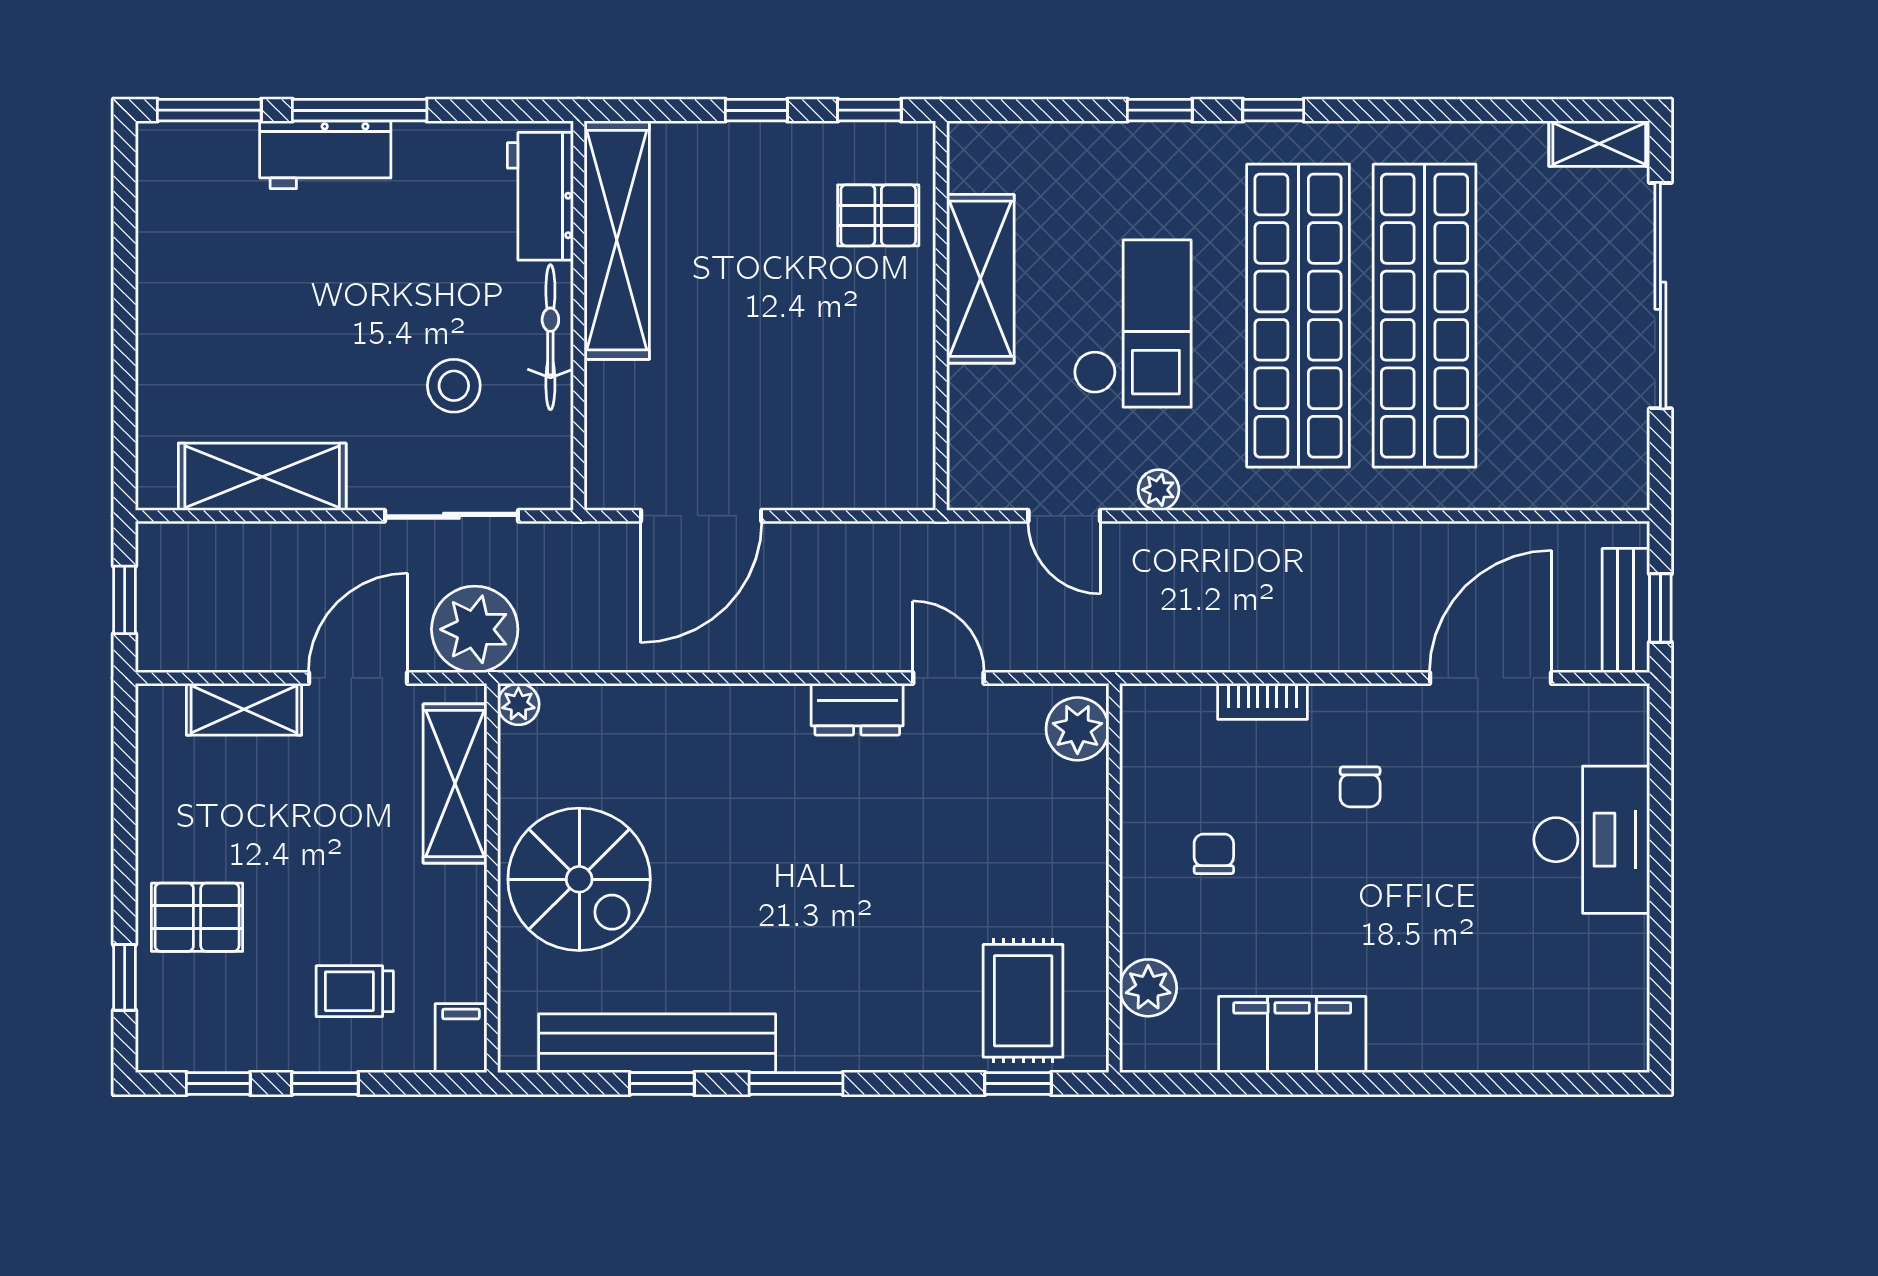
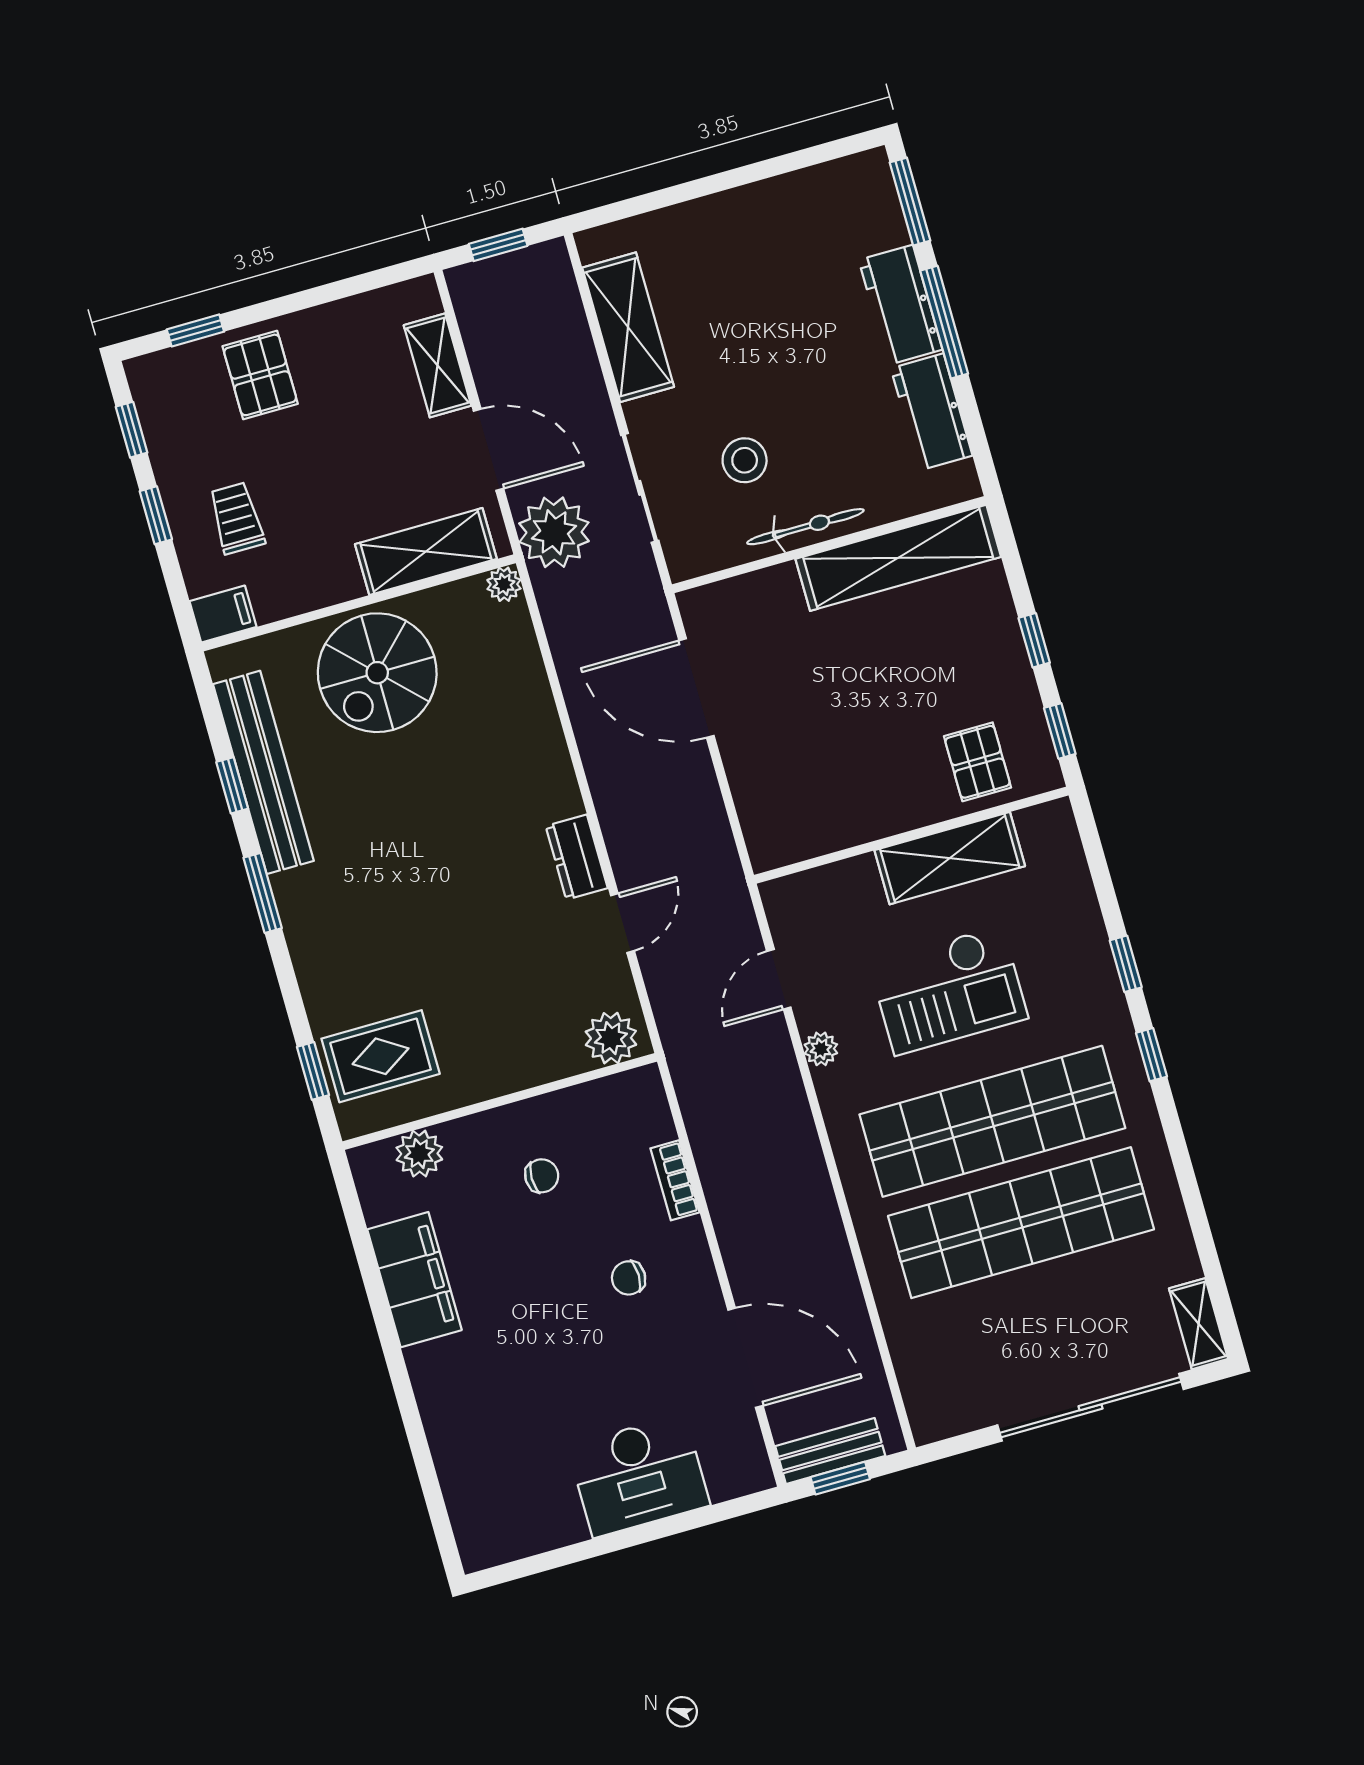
workbench: (540, 196) -> (932, 412), moved, turned -90

